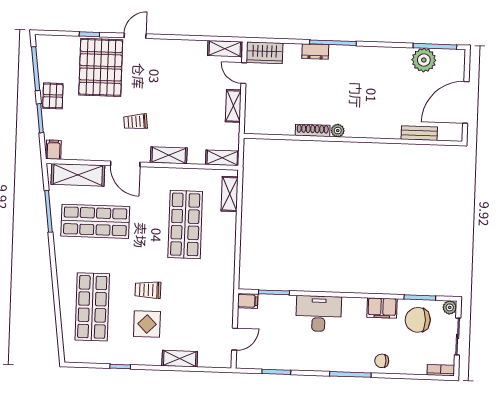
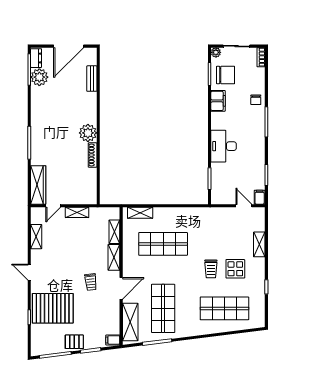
door: (135, 36) -> (29, 272), moved
shelving: (225, 49) -> (36, 237), moved
dresser: (315, 52) -> (36, 58), moved
wardrobe: (265, 53) -> (38, 185), width x1.50
door: (466, 102) -> (69, 46), hinge flipped
plant: (338, 131) -> (88, 133), width x1.88, depth x1.88
shelving: (222, 158) -> (114, 232), moved
filing cabinet: (248, 301) -> (260, 197), moved
chair: (418, 320) -> (226, 75), turned -90

